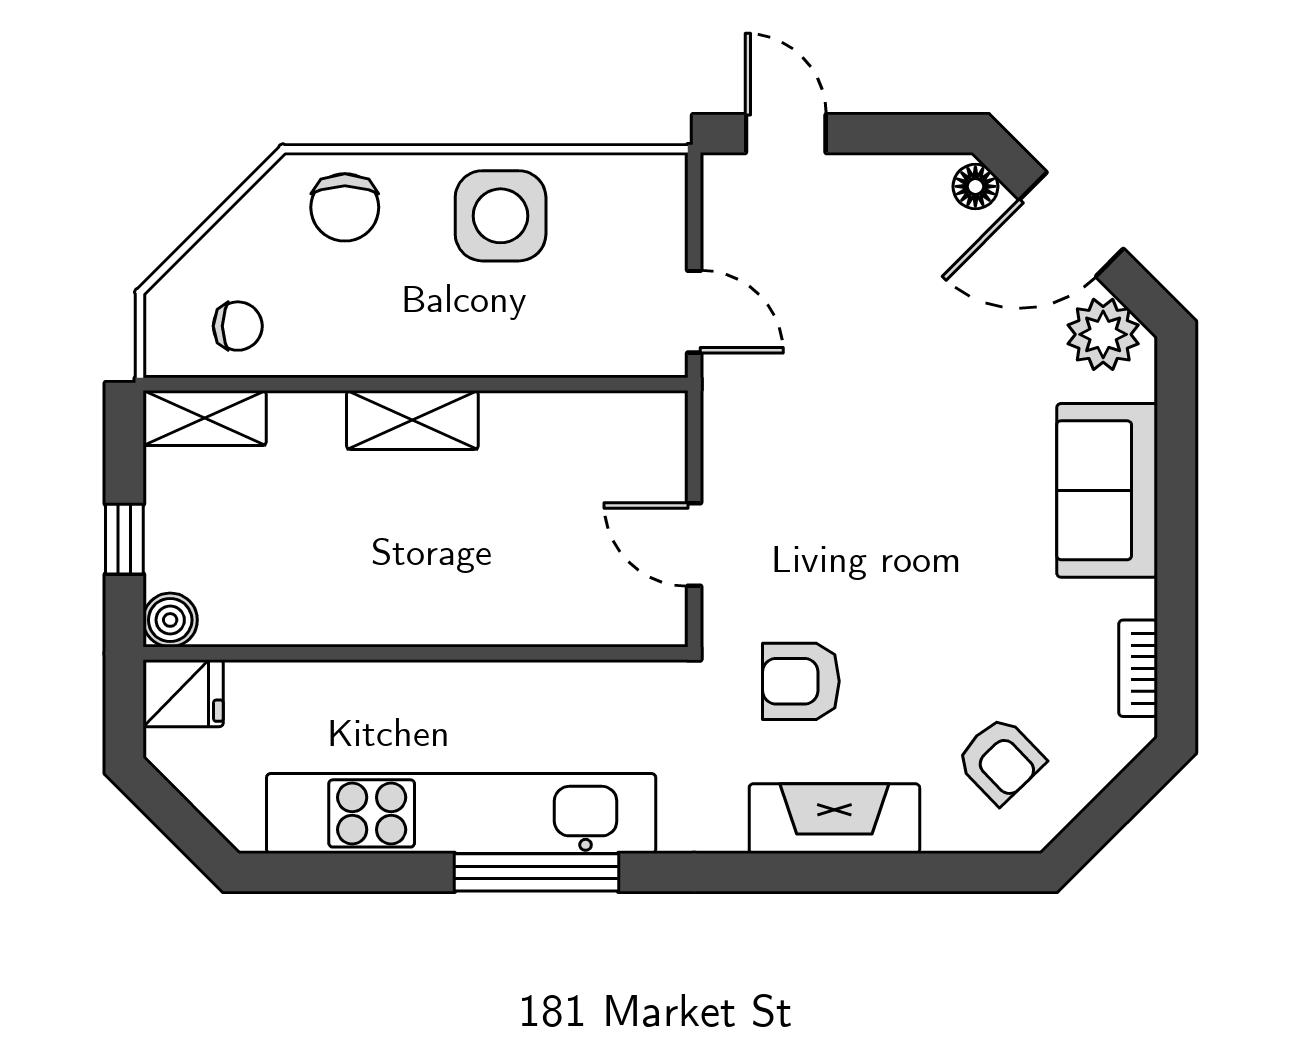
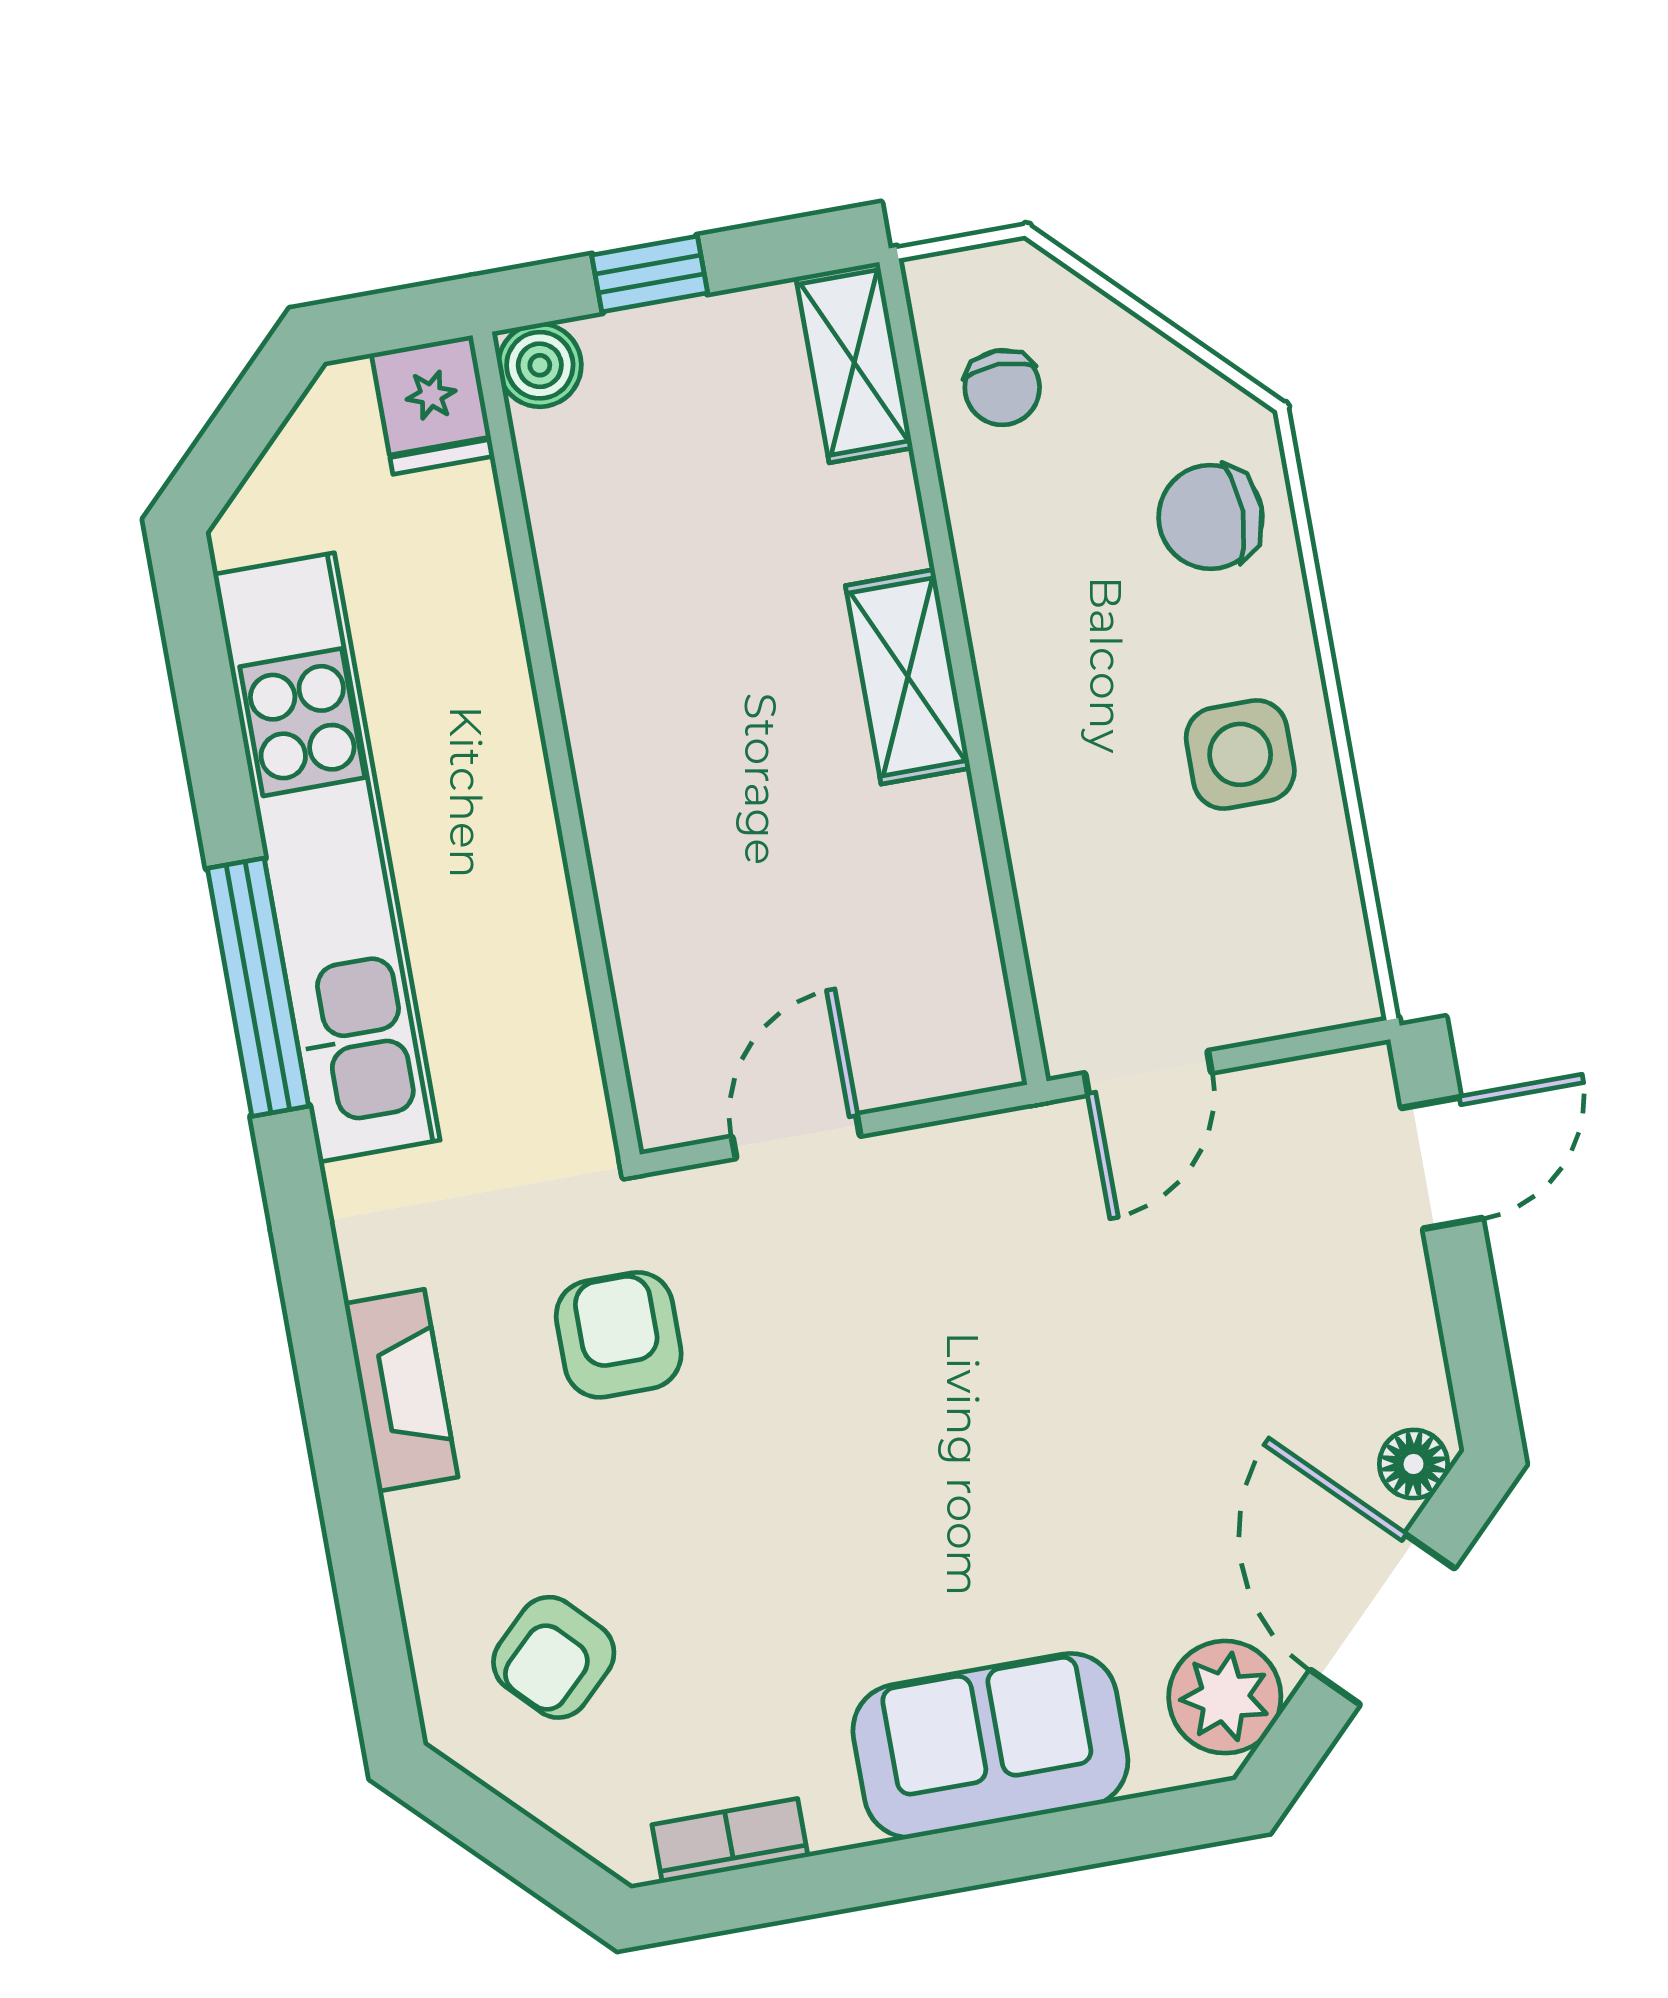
side table: (501, 216) -> (1240, 754), width x0.73, depth x0.73
fireplace: (834, 819) -> (401, 1390), width x0.73, depth x0.76

